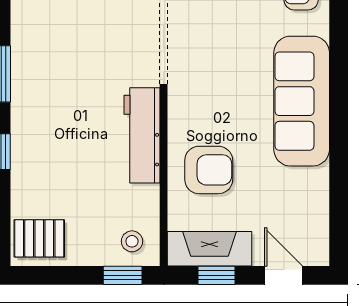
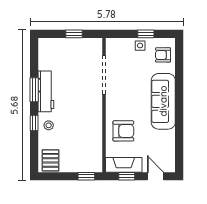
workbench: (142, 135) -> (46, 91), moved, turned 180
pallet: (39, 238) -> (51, 160), turned 90
stool: (132, 241) -> (49, 125), moved

